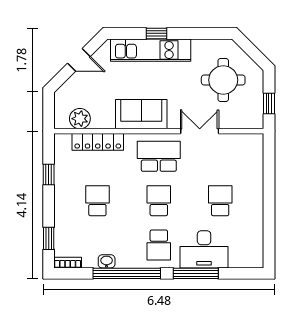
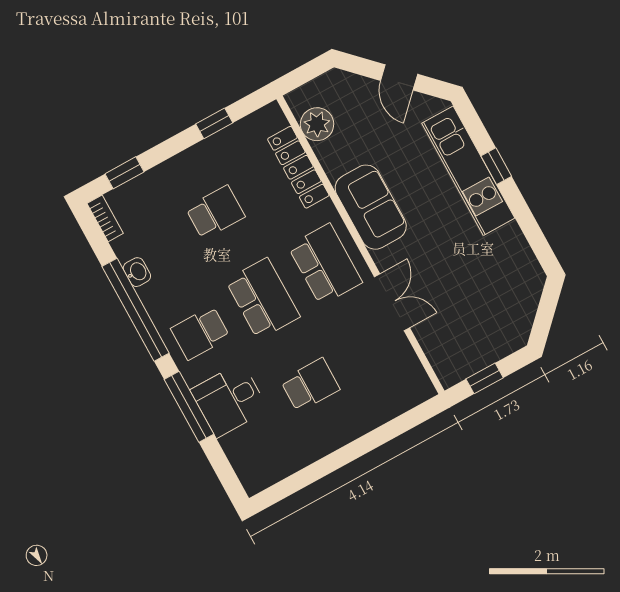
round table: (223, 80) -> (482, 296), removed
school desk: (159, 201) -> (263, 299), width x1.85
desk: (204, 249) -> (229, 400), width x0.73

